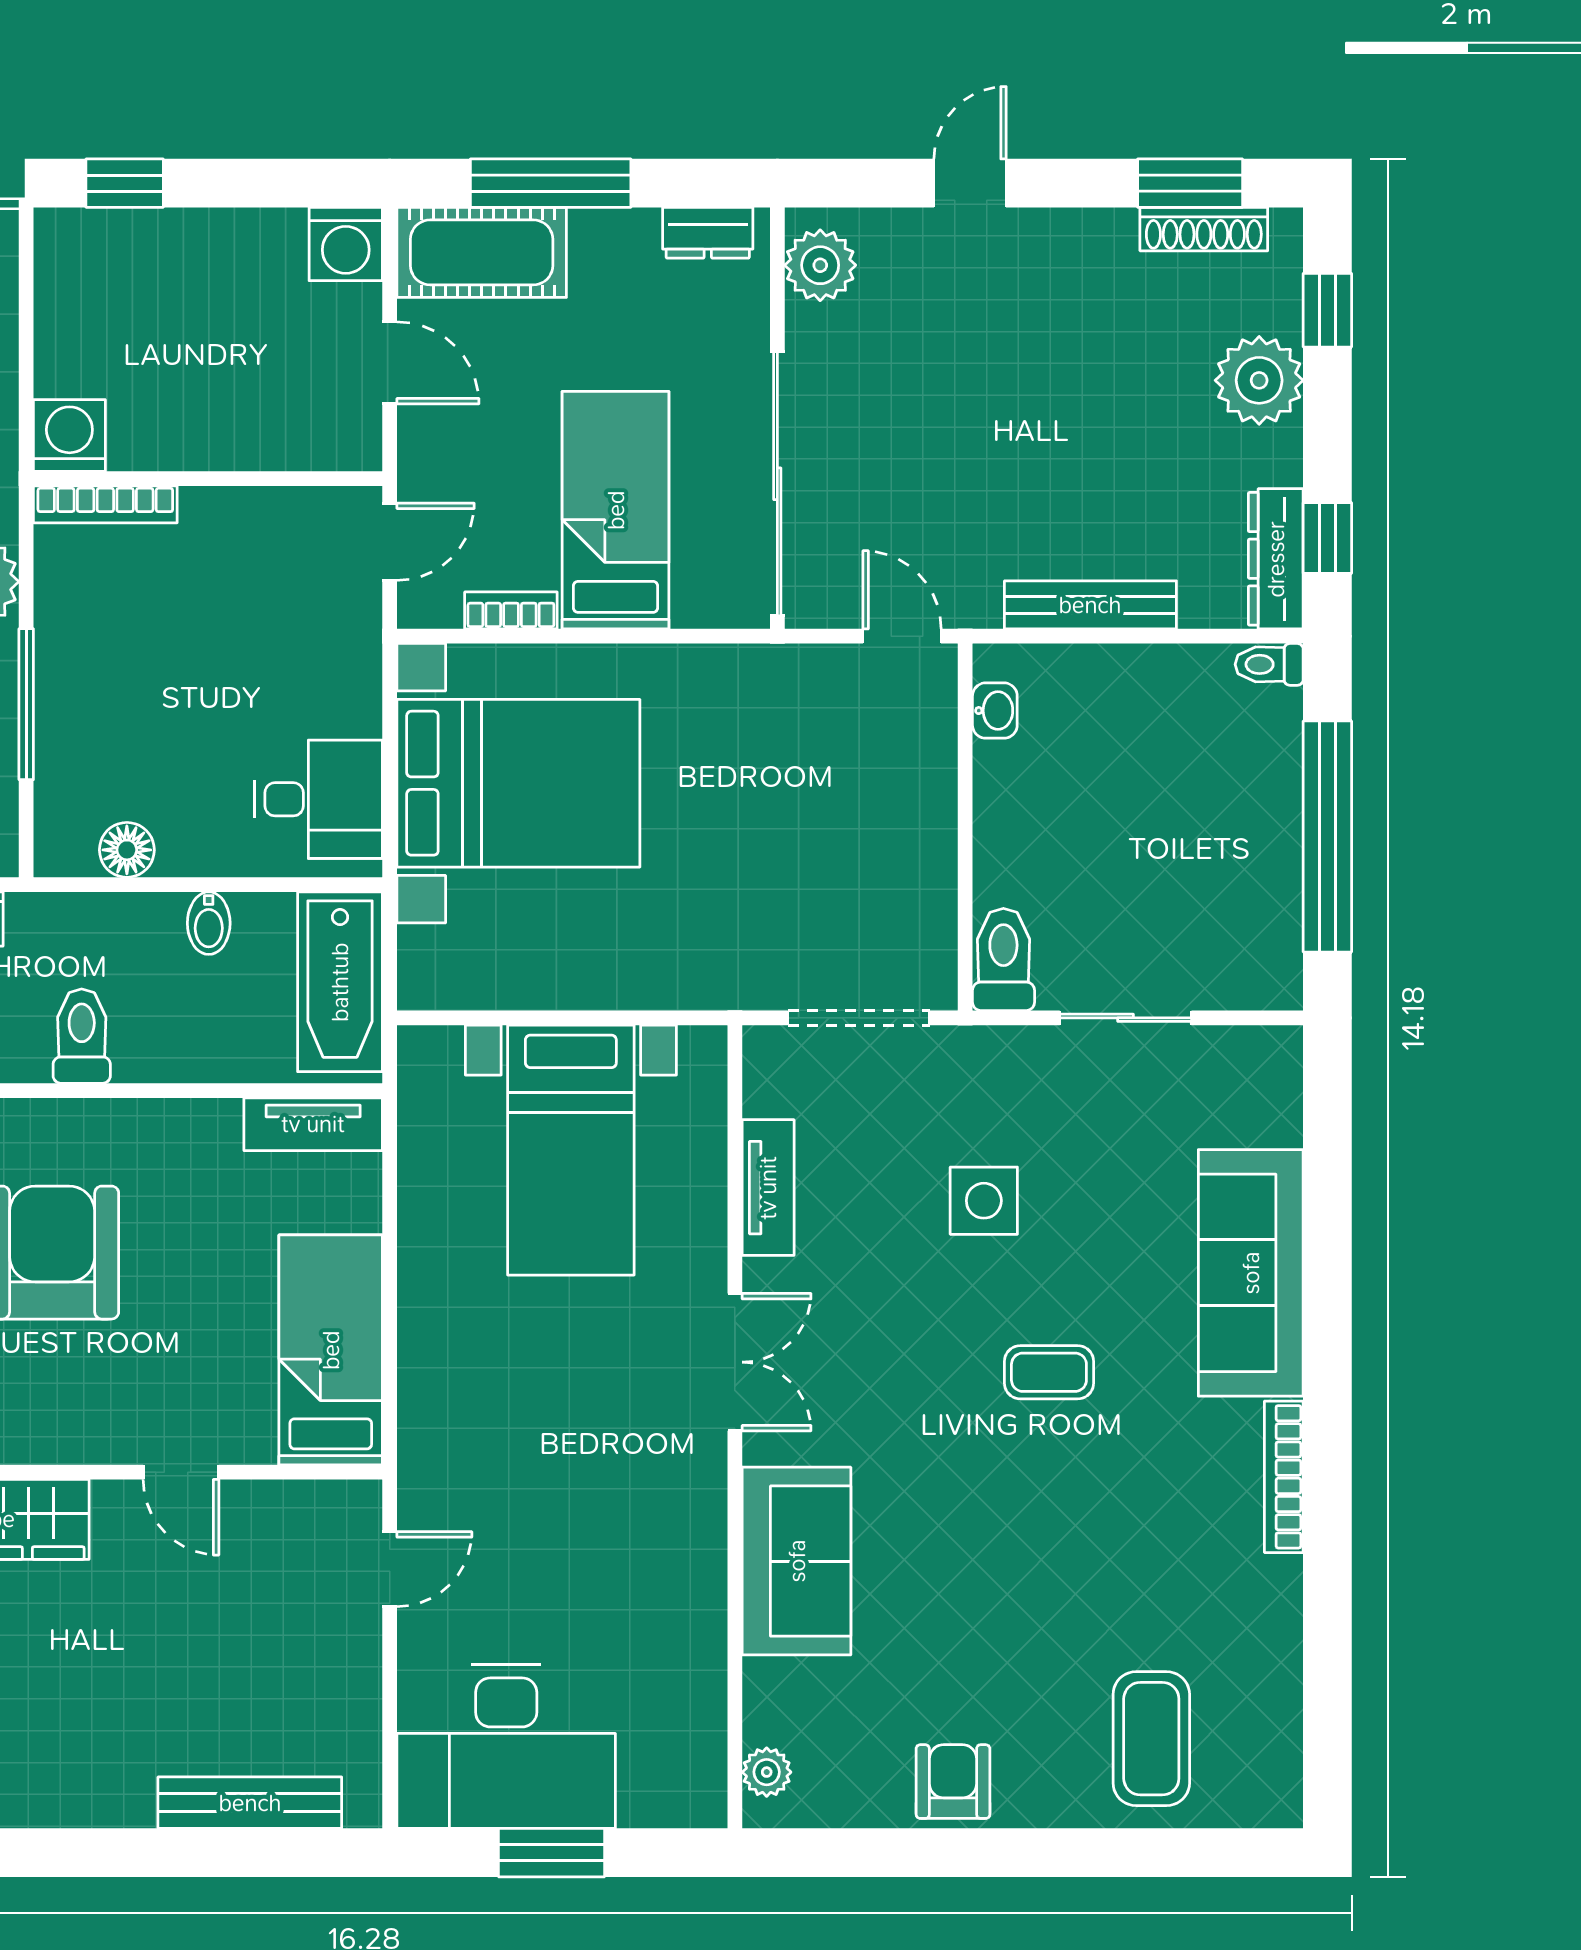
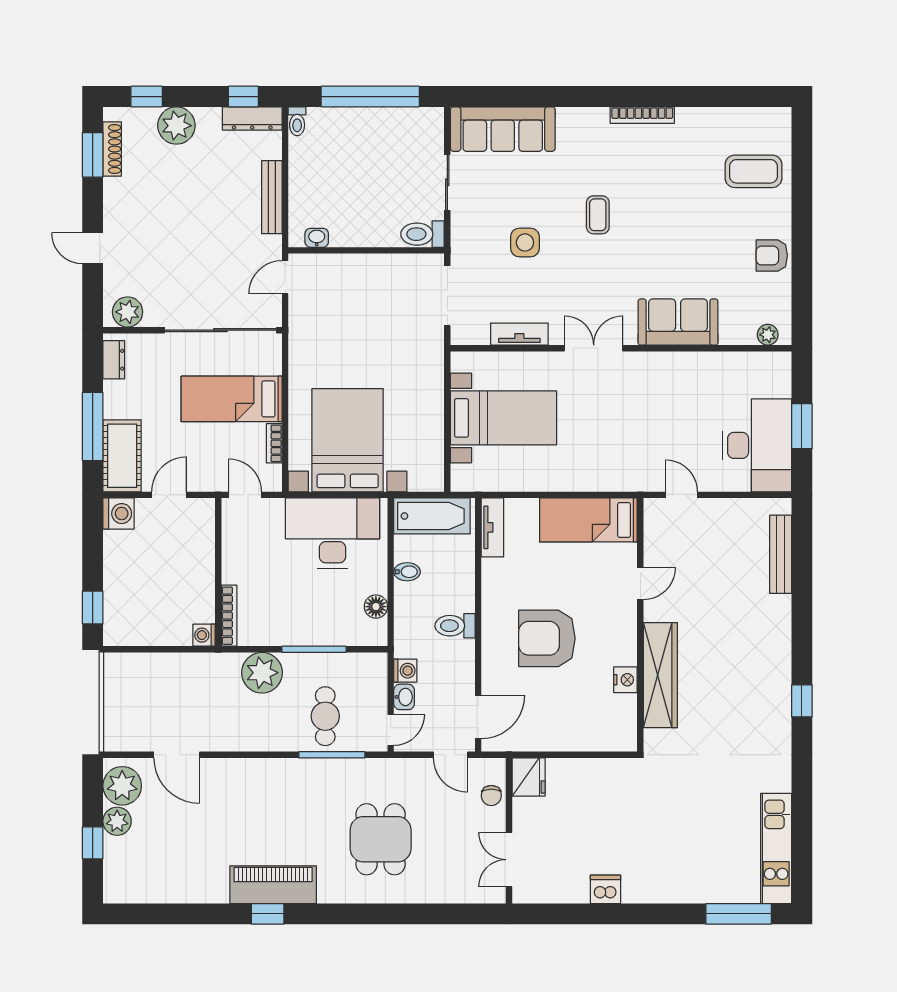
washing machine: (69, 436) -> (204, 635), width x0.73, depth x0.73
desk: (319, 799) -> (332, 533), width x1.87, depth x1.30
sofa: (1251, 1273) -> (503, 129), moved

